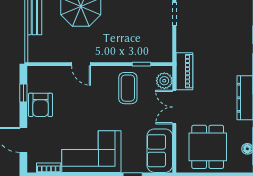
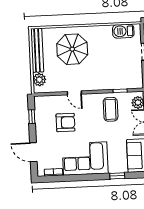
plant: (36, 45) -> (39, 80), added
armchair: (41, 105) -> (65, 122), moved, turned -90

